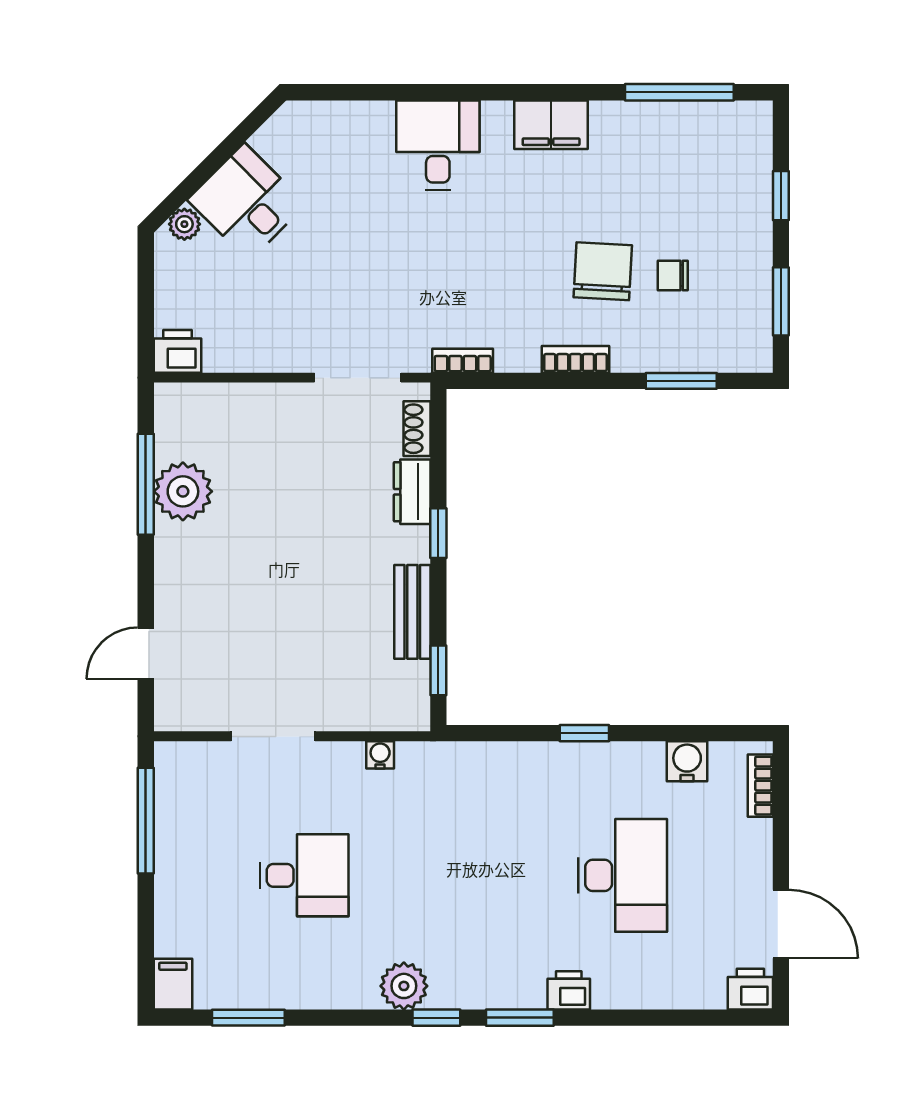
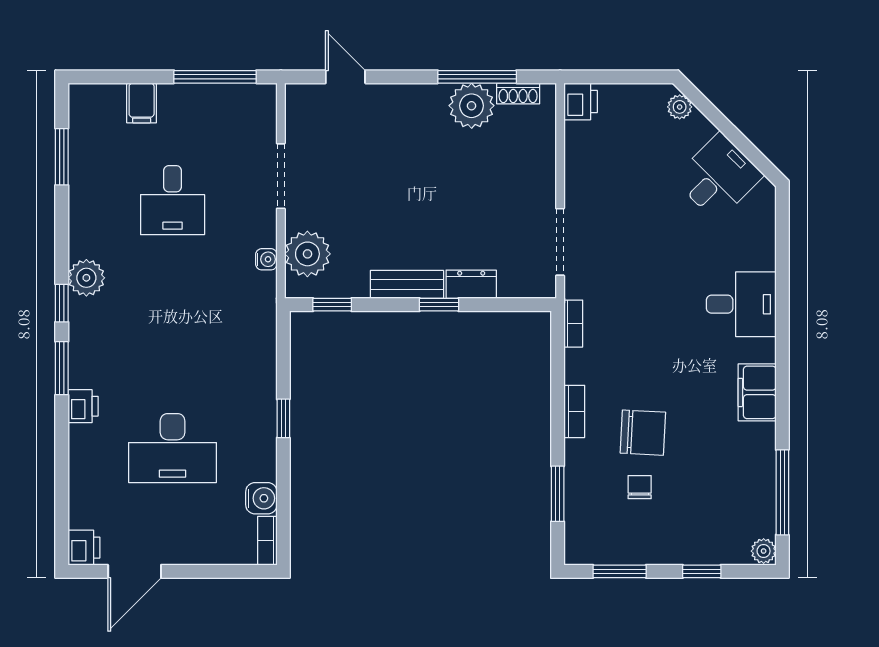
plant: (755, 116) -> (764, 551), added
desk: (247, 202) -> (718, 177), moved
shoe rack: (417, 429) -> (518, 93), moved, turned 180
bench: (412, 612) -> (407, 284), moved
plant: (373, 702) -> (307, 254), added
bookcase: (760, 786) -> (267, 541), moved, turned -90
filing cabinet: (173, 984) -> (142, 103), moved, turned 90

